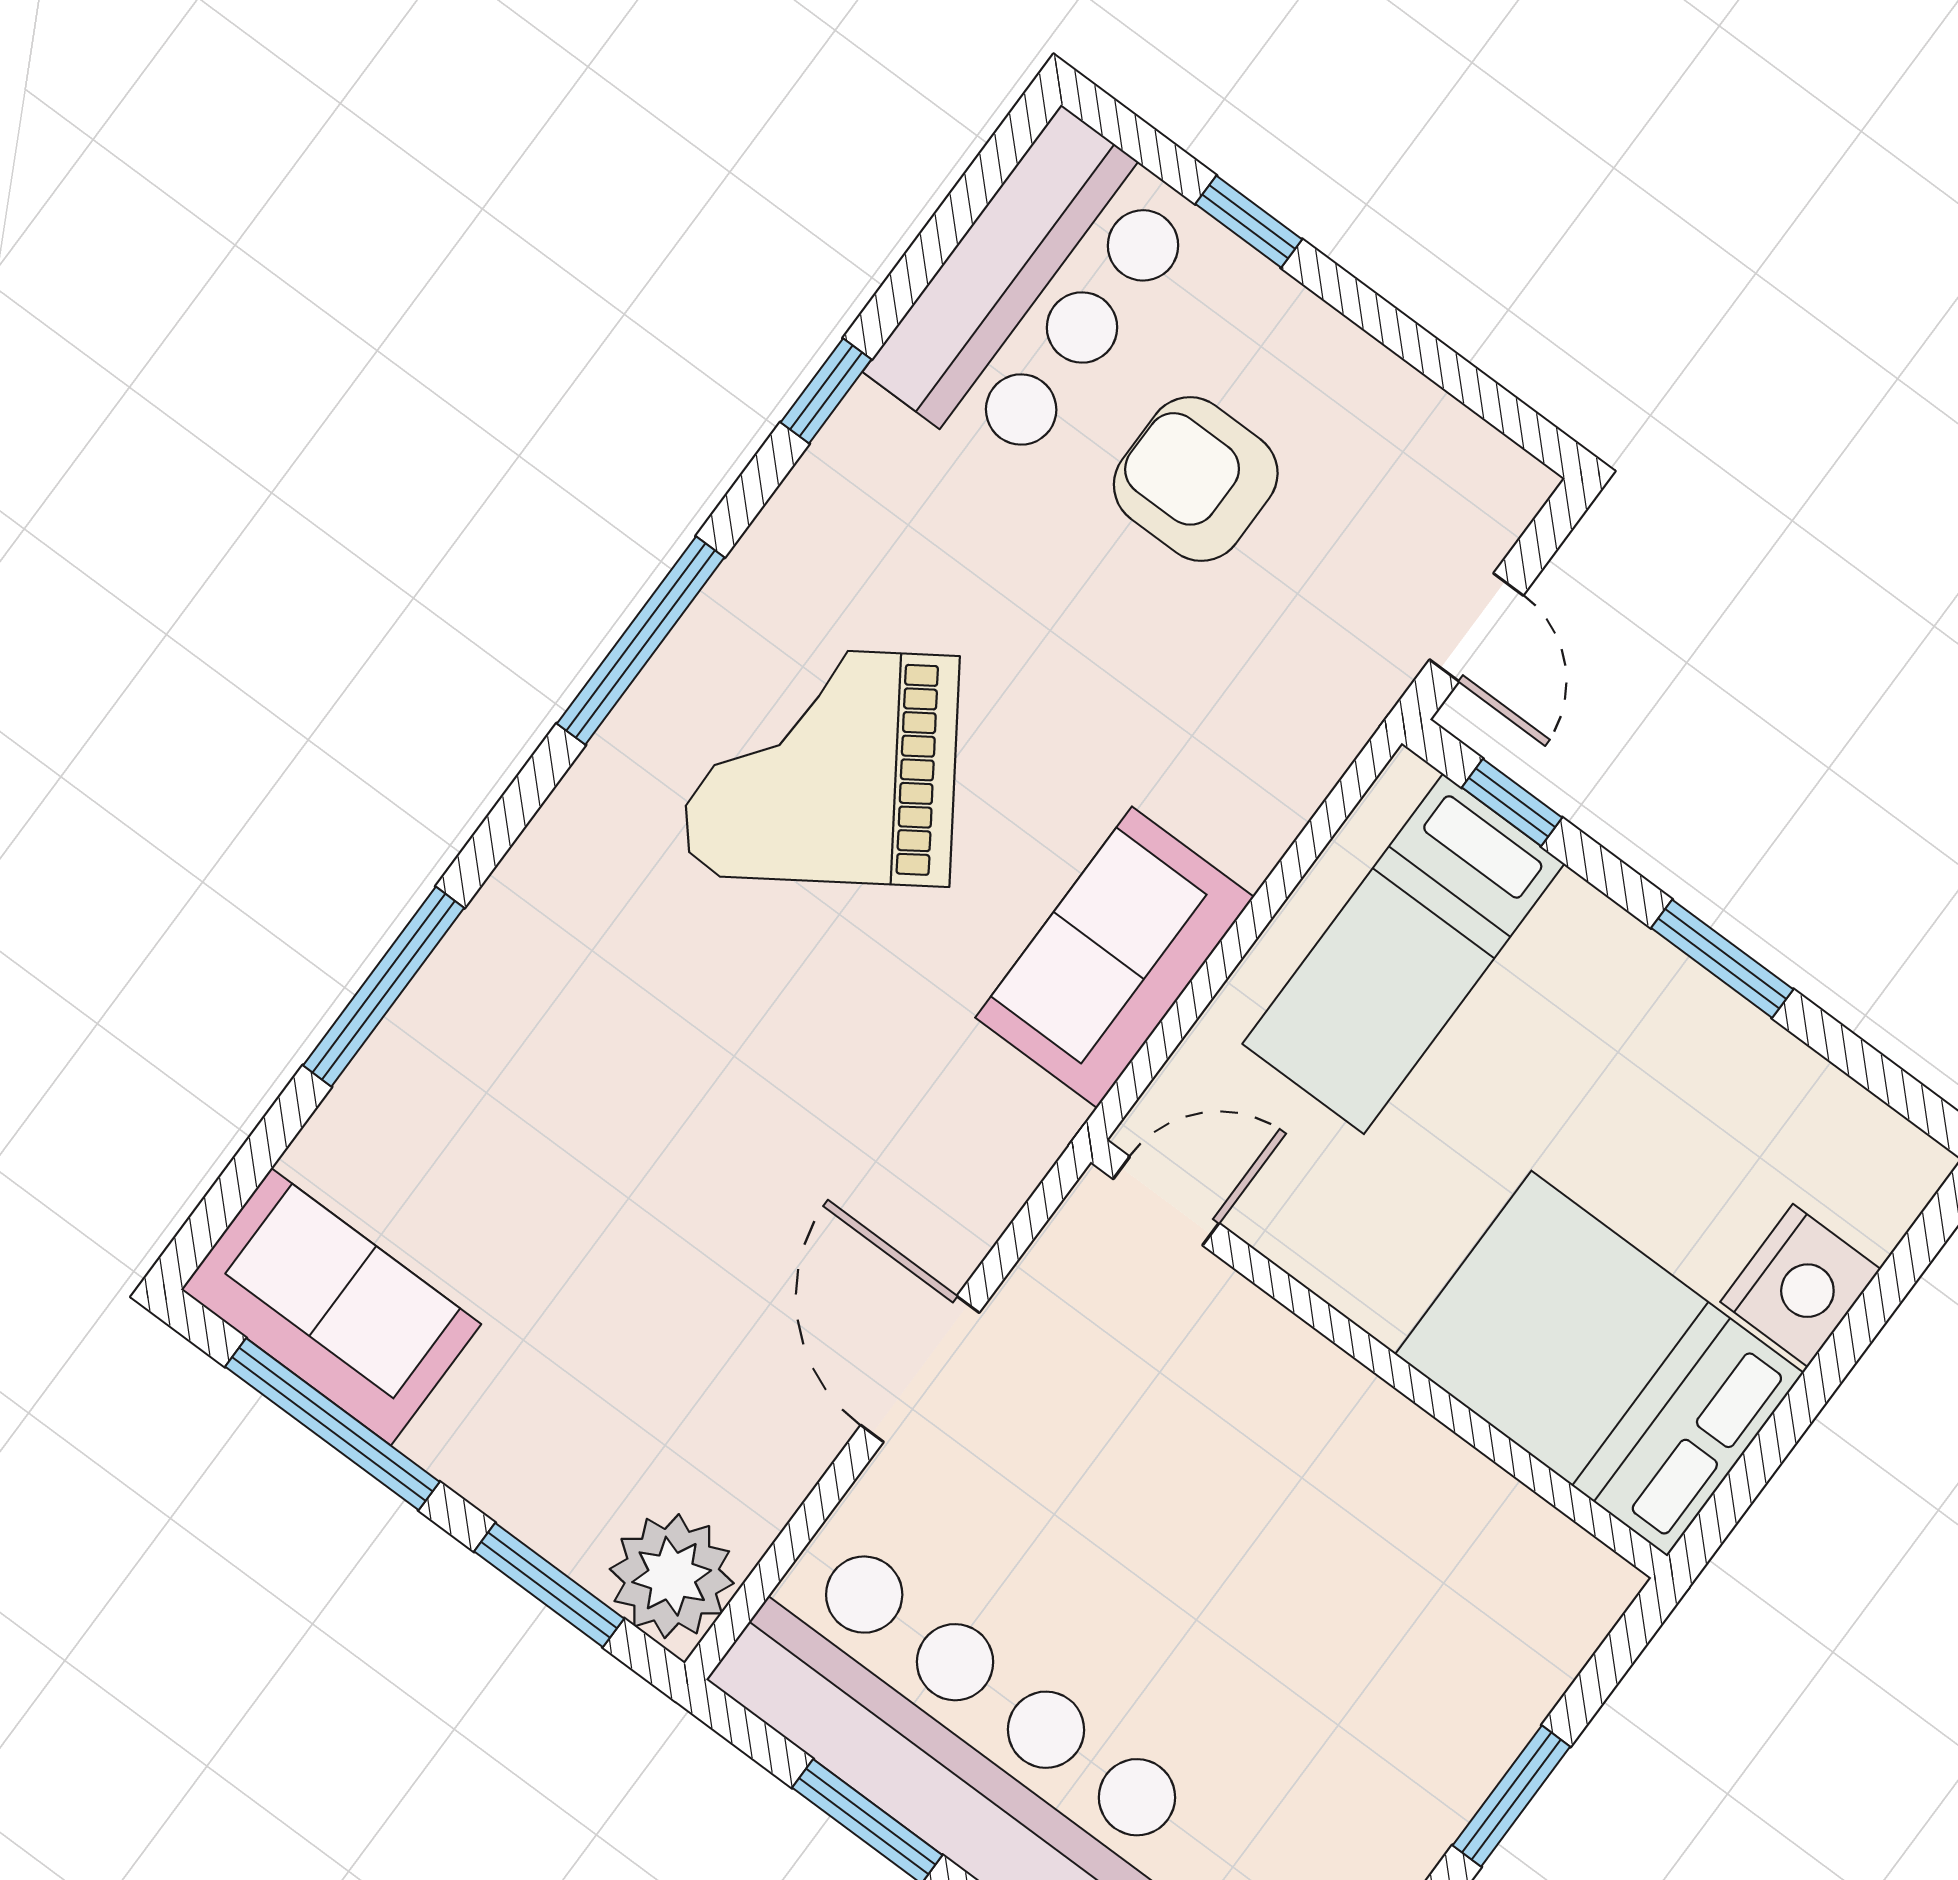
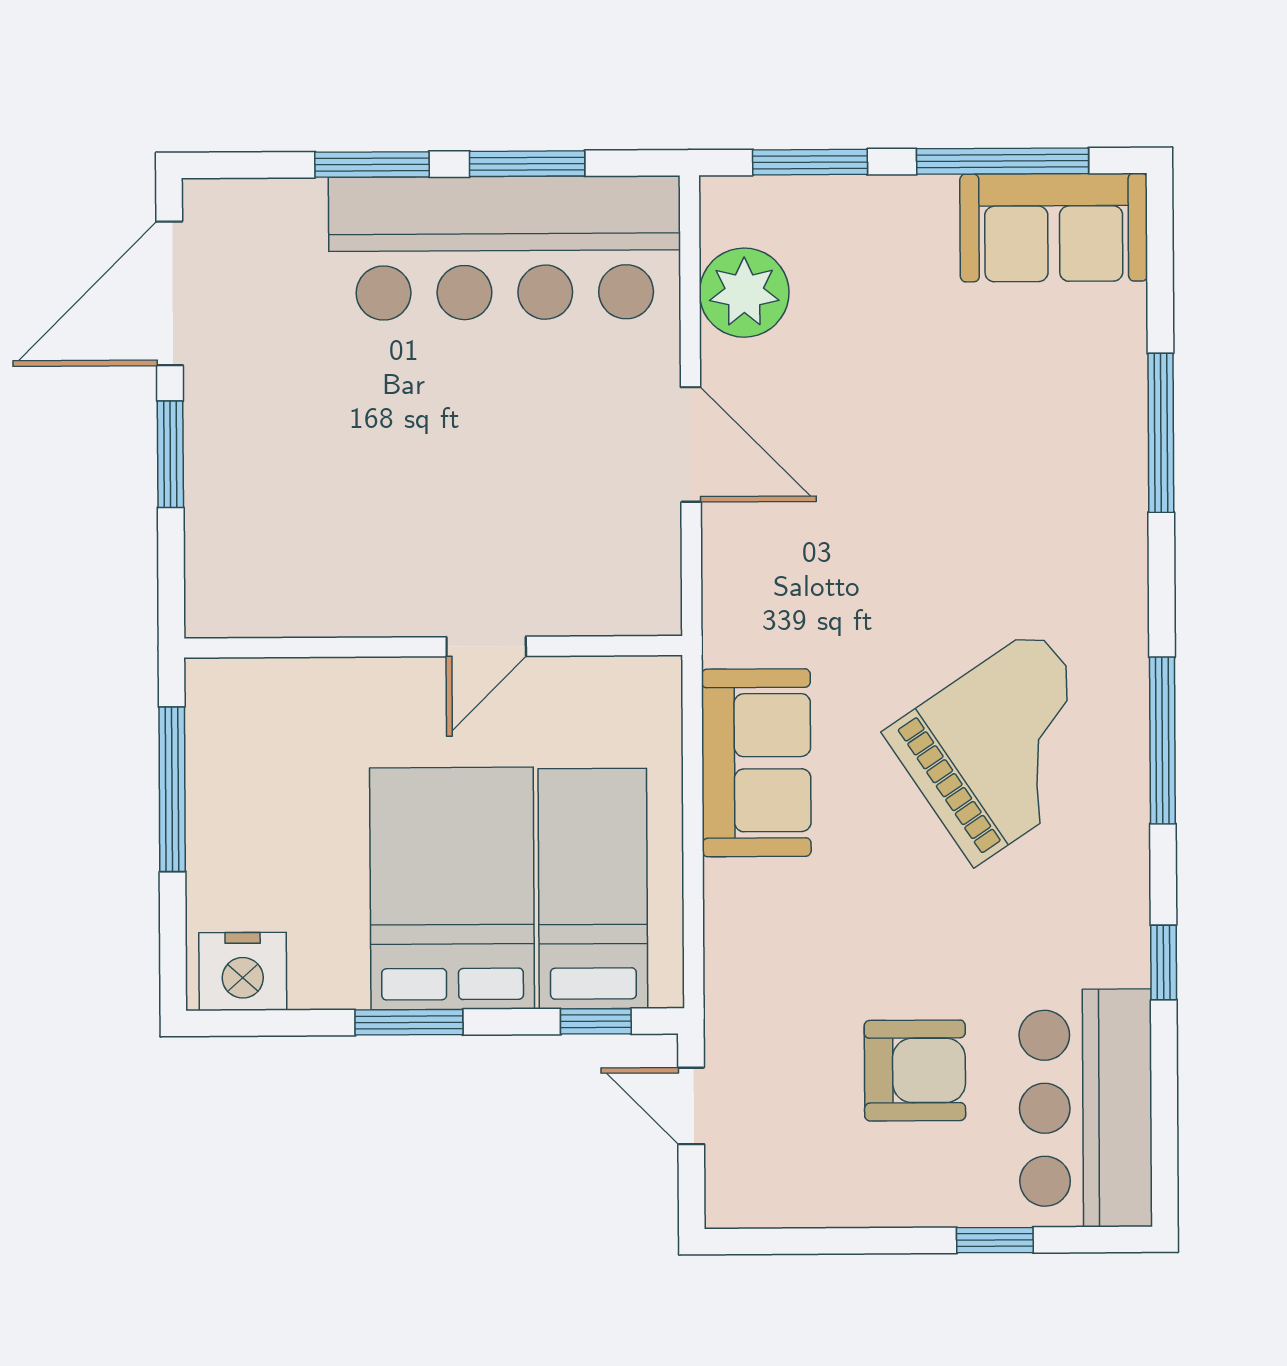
door: (1166, 1201) -> (486, 647), moved
nightstand: (1800, 1285) -> (243, 971), moved, turned -90
bed: (1599, 1364) -> (452, 888), moved, turned -90
window: (1791, 1419) -> (172, 789), added
plant: (672, 1576) -> (744, 293), moved

